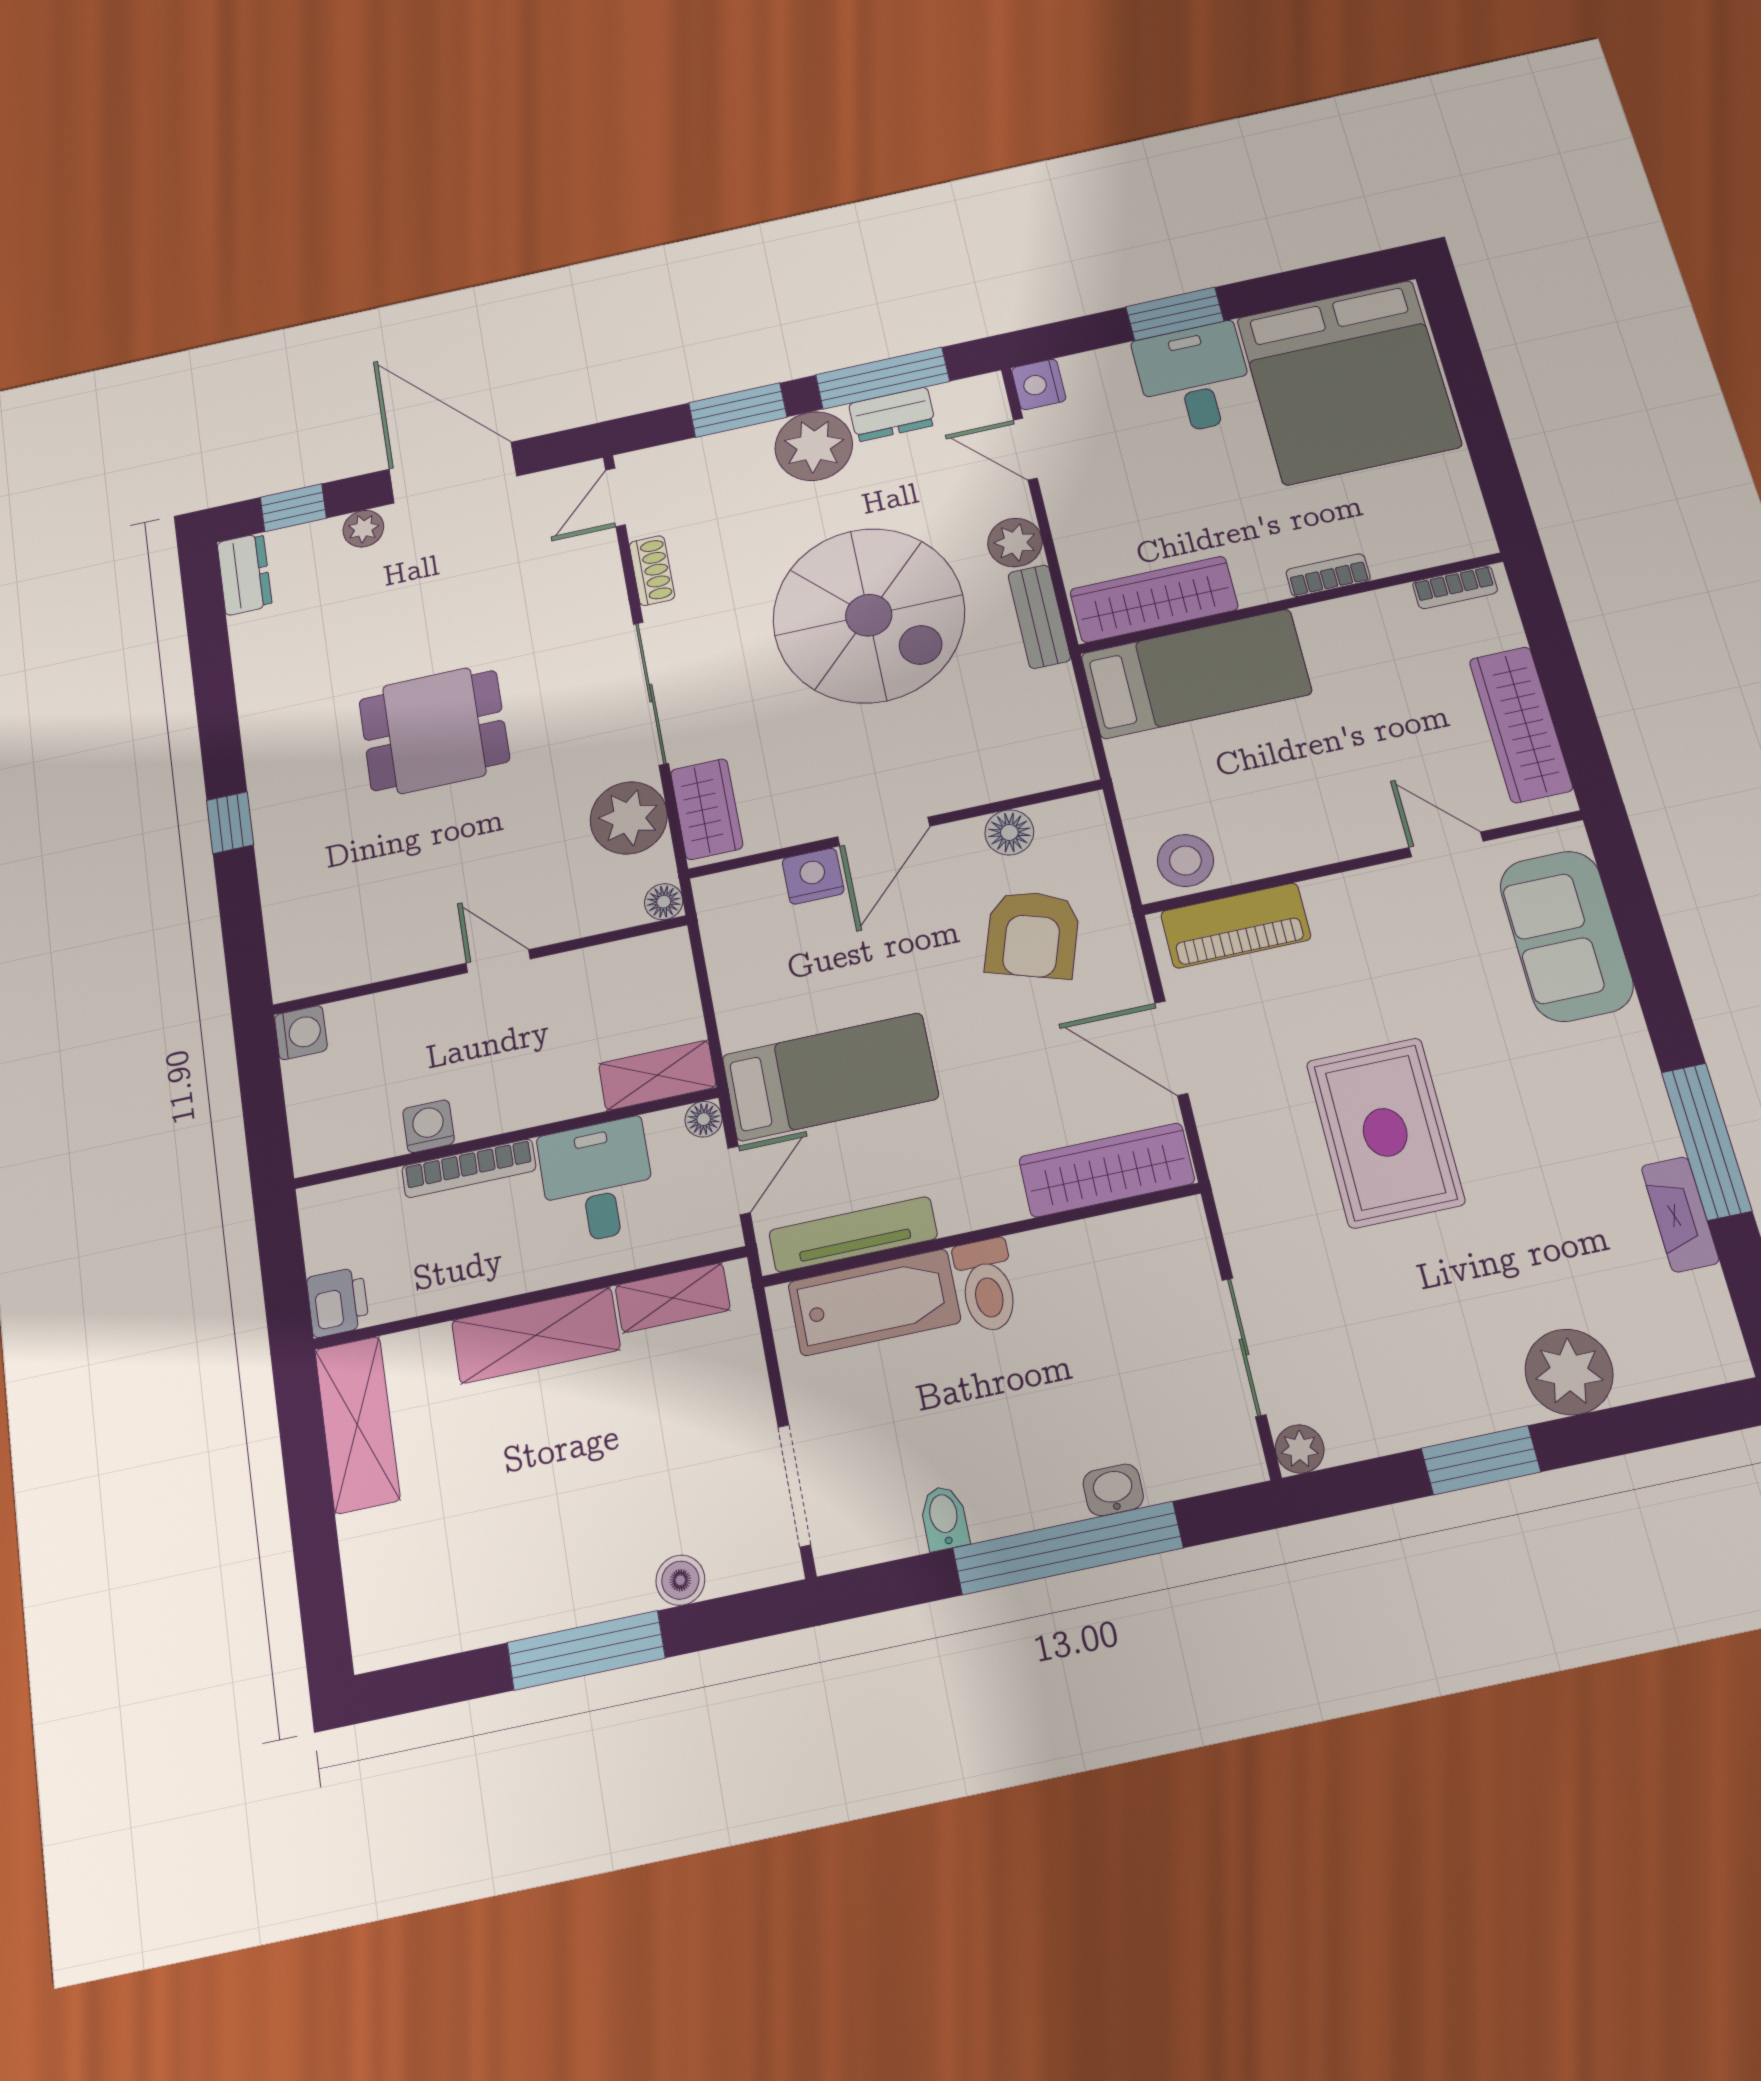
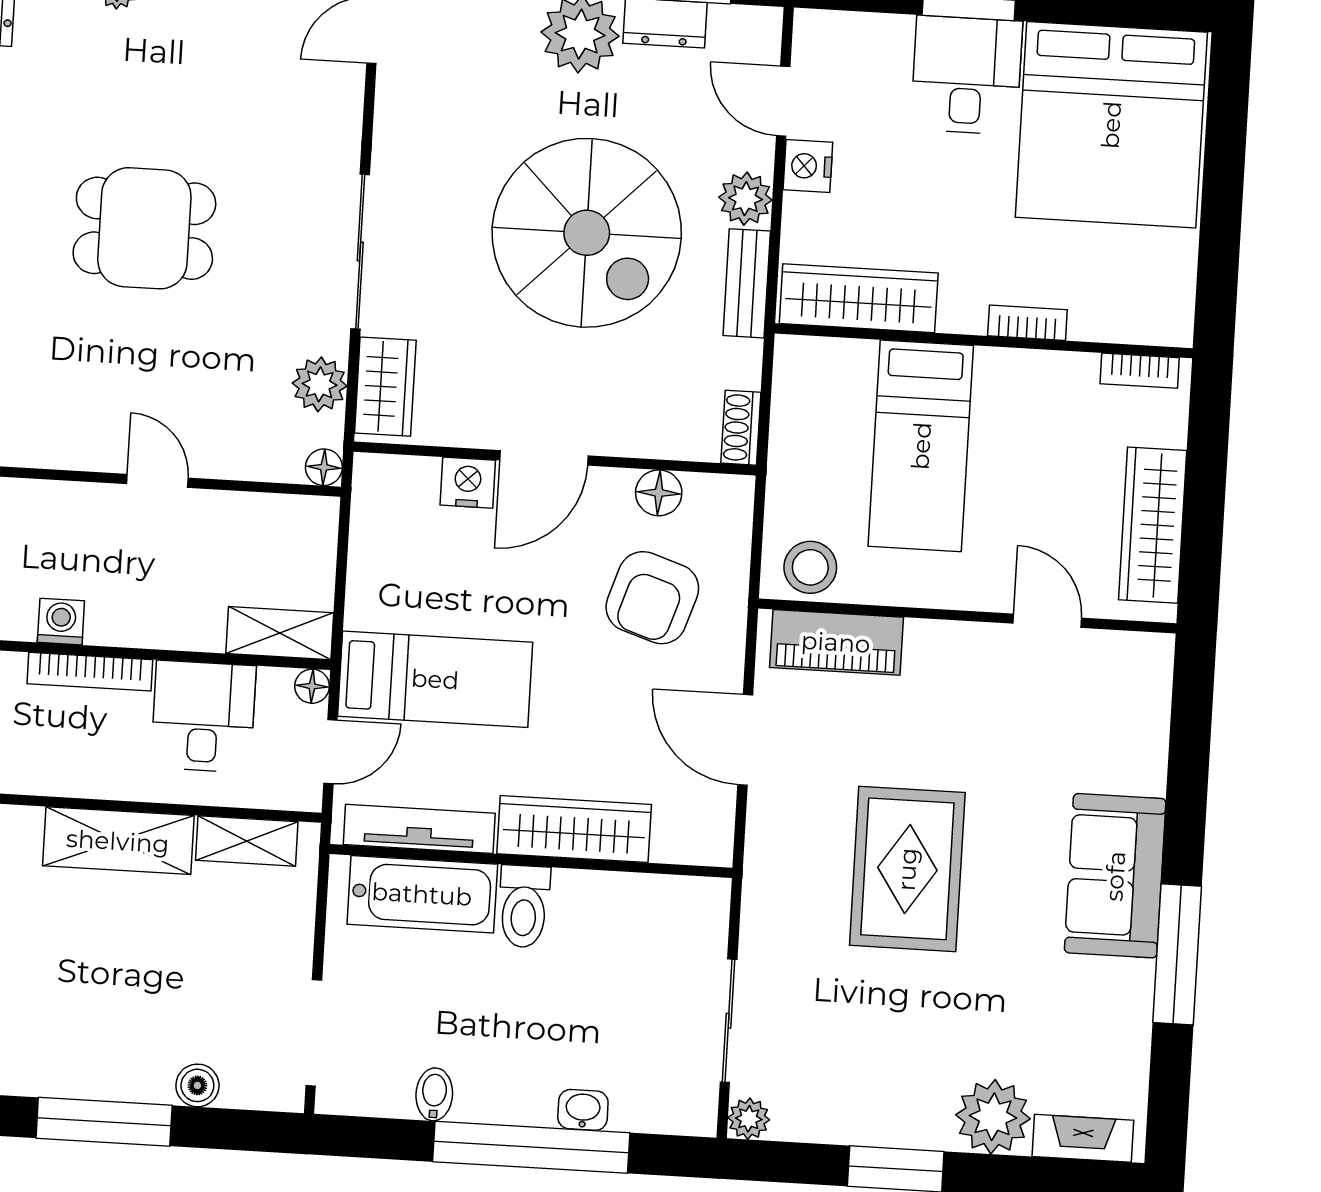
nightstand: (1039, 384) -> (808, 166), moved
shoe rack: (652, 571) -> (741, 428), moved, turned 180
bed: (1196, 674) -> (921, 446), moved, turned 90
plant: (629, 818) -> (320, 384), width x0.73, depth x0.73
sofa: (1566, 936) -> (1115, 876), moved
wardrobe: (1107, 1170) -> (574, 829), moved
fireplace: (1680, 1214) -> (1083, 1138), moved, turned 90

